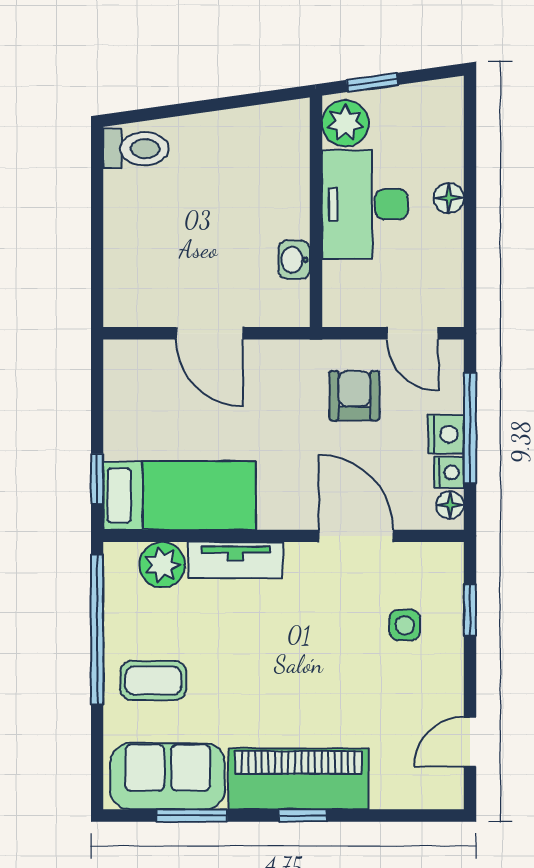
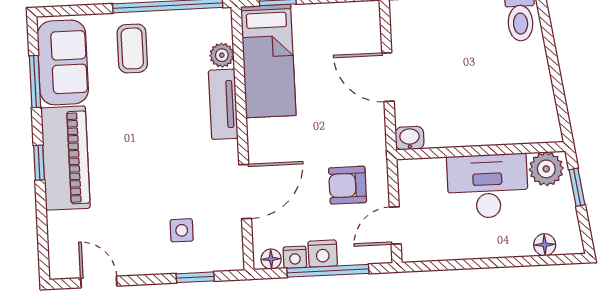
floor lamp: (449, 198) -> (545, 245), moved
washbasin: (294, 260) -> (410, 138), moved
door: (209, 333) -> (388, 77), hinge flipped
armchair: (354, 396) -> (348, 185), turned 180
plant: (162, 565) -> (222, 55), width x0.73, depth x0.73

